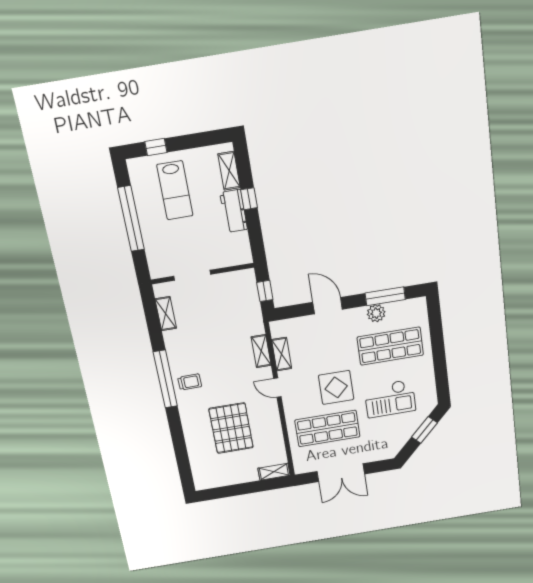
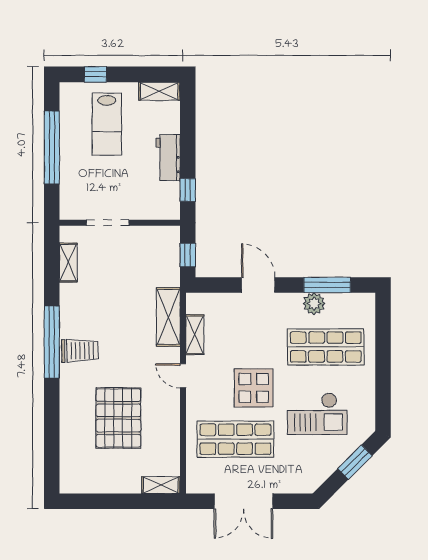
shelving: (229, 171) -> (159, 91), moved, turned 90
window: (249, 199) -> (188, 190), moved
shelving: (261, 351) -> (168, 317), width x1.50, depth x1.33
trolley: (190, 382) -> (80, 351), width x1.36, depth x1.39

